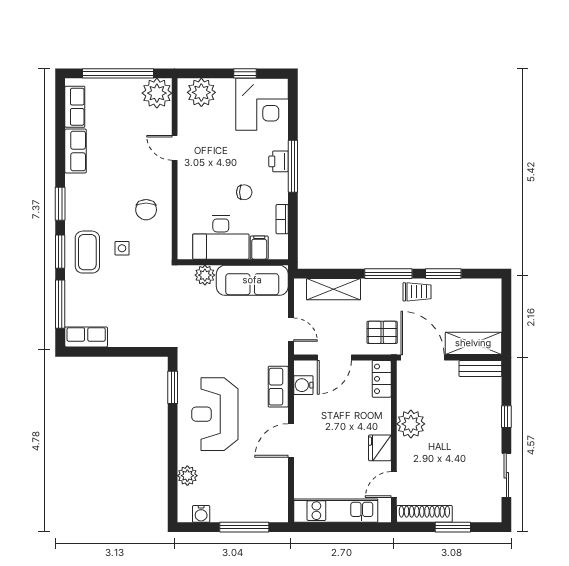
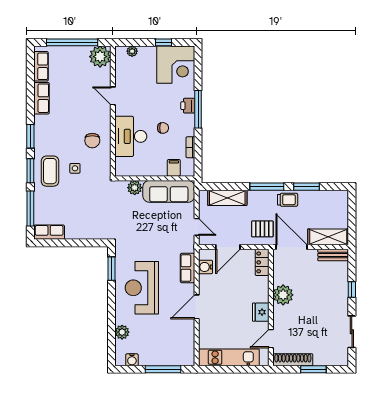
plant: (201, 92) -> (132, 51), width x0.53, depth x0.53
desk: (221, 237) -> (131, 136), moved, turned 90

